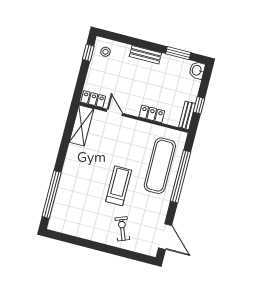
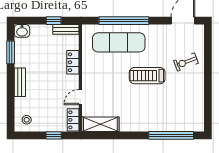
window: (88, 53) -> (54, 135), moved

